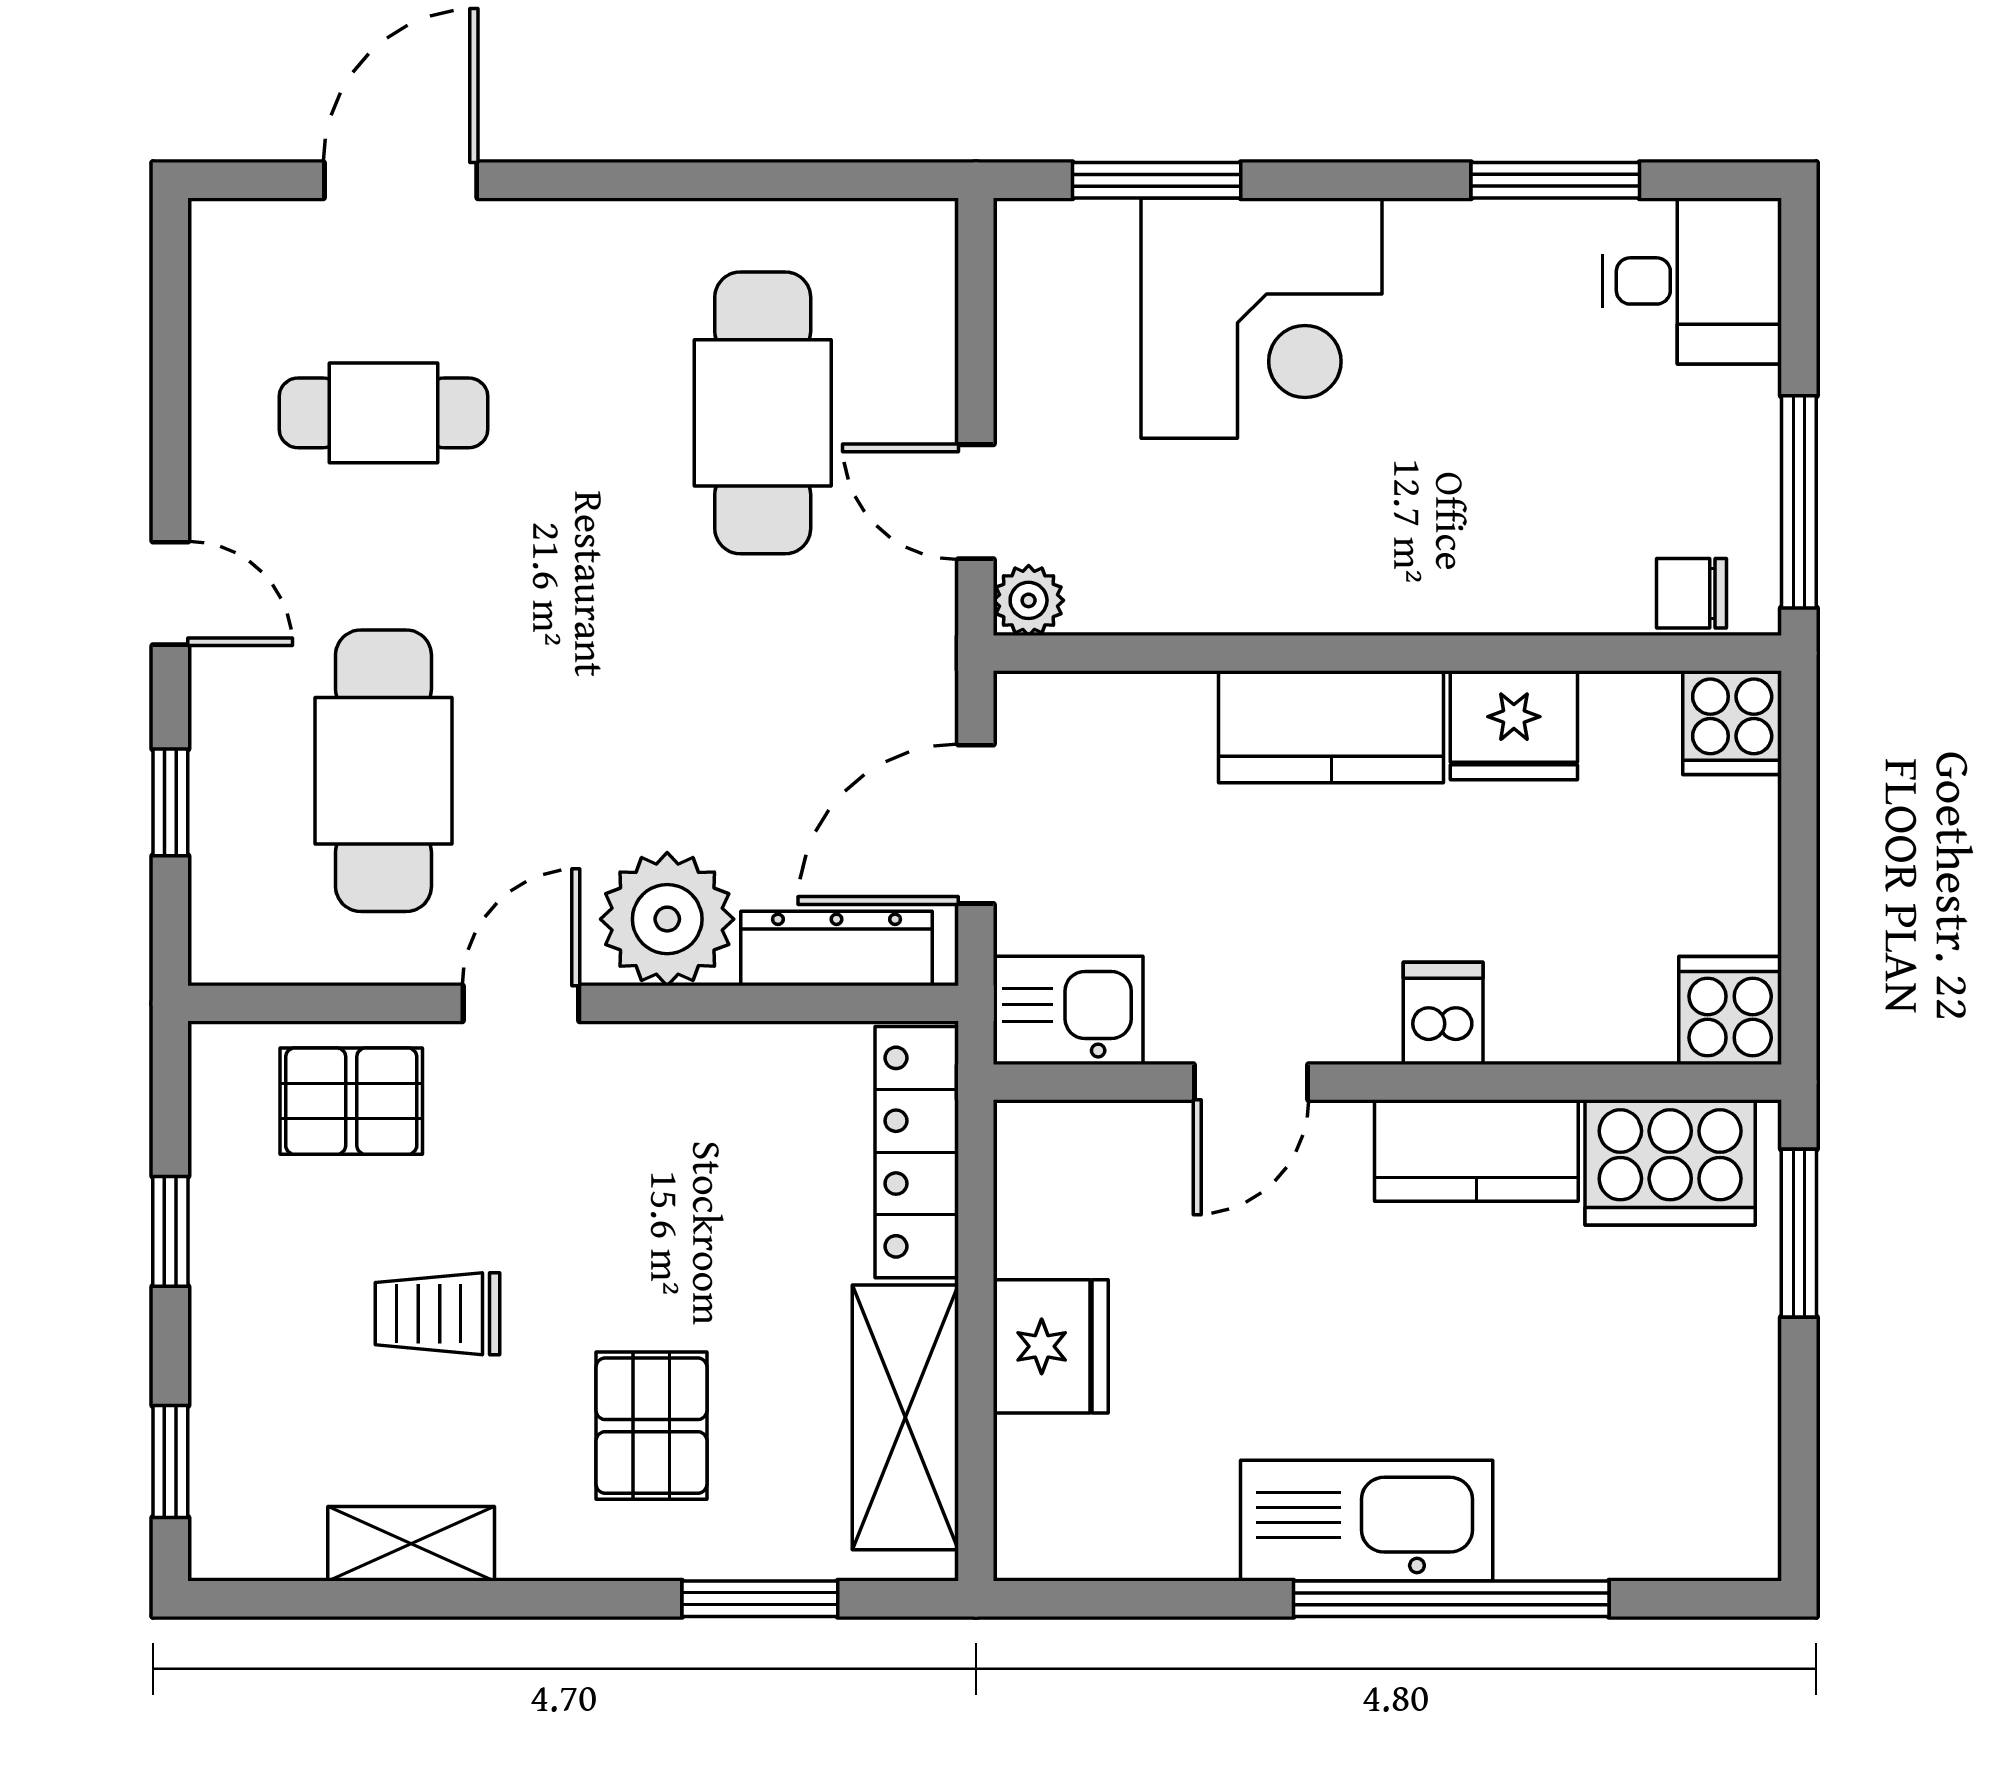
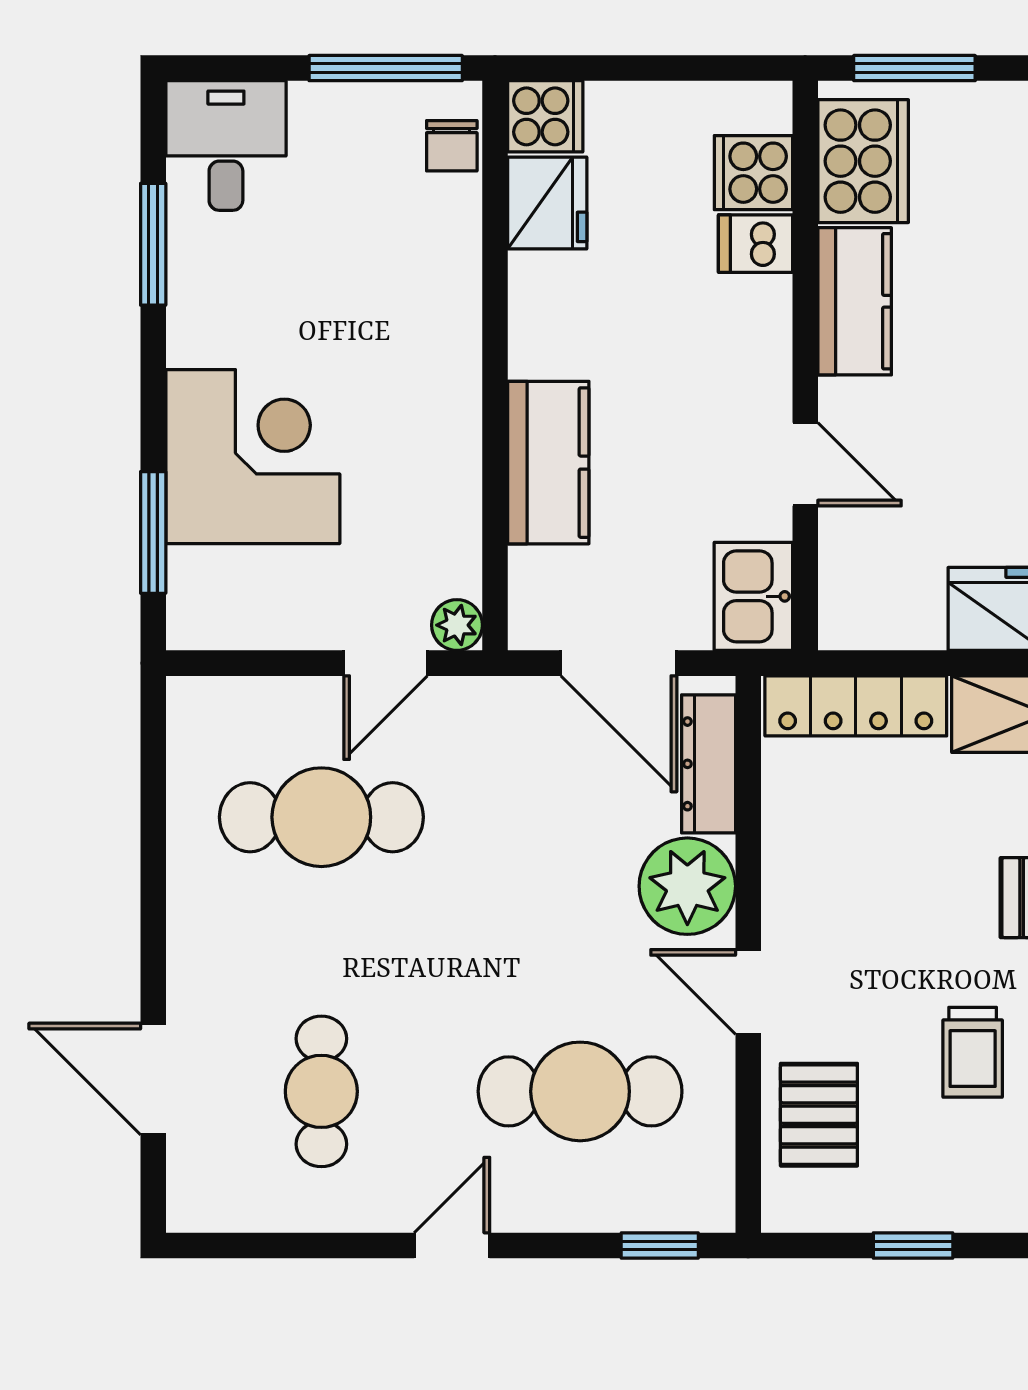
fridge: (1514, 725) -> (547, 203), moved
kitchen counter: (1331, 727) -> (548, 463), moved
window: (170, 802) -> (660, 1245), moved
cooker: (1730, 1011) -> (753, 173), moved
dishwasher: (1443, 1013) -> (755, 244), moved

